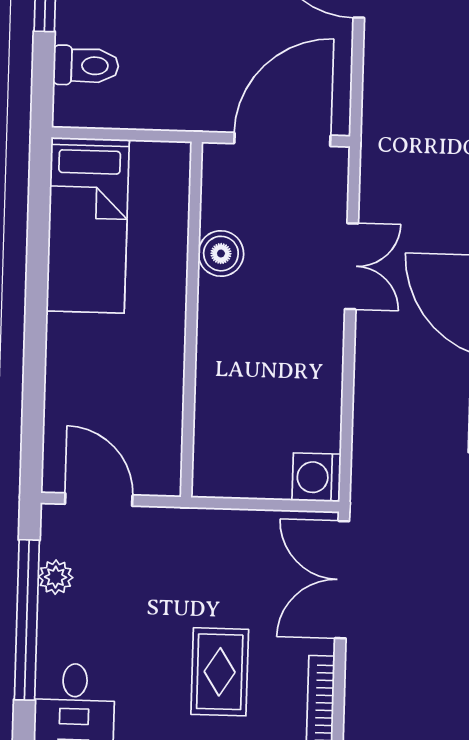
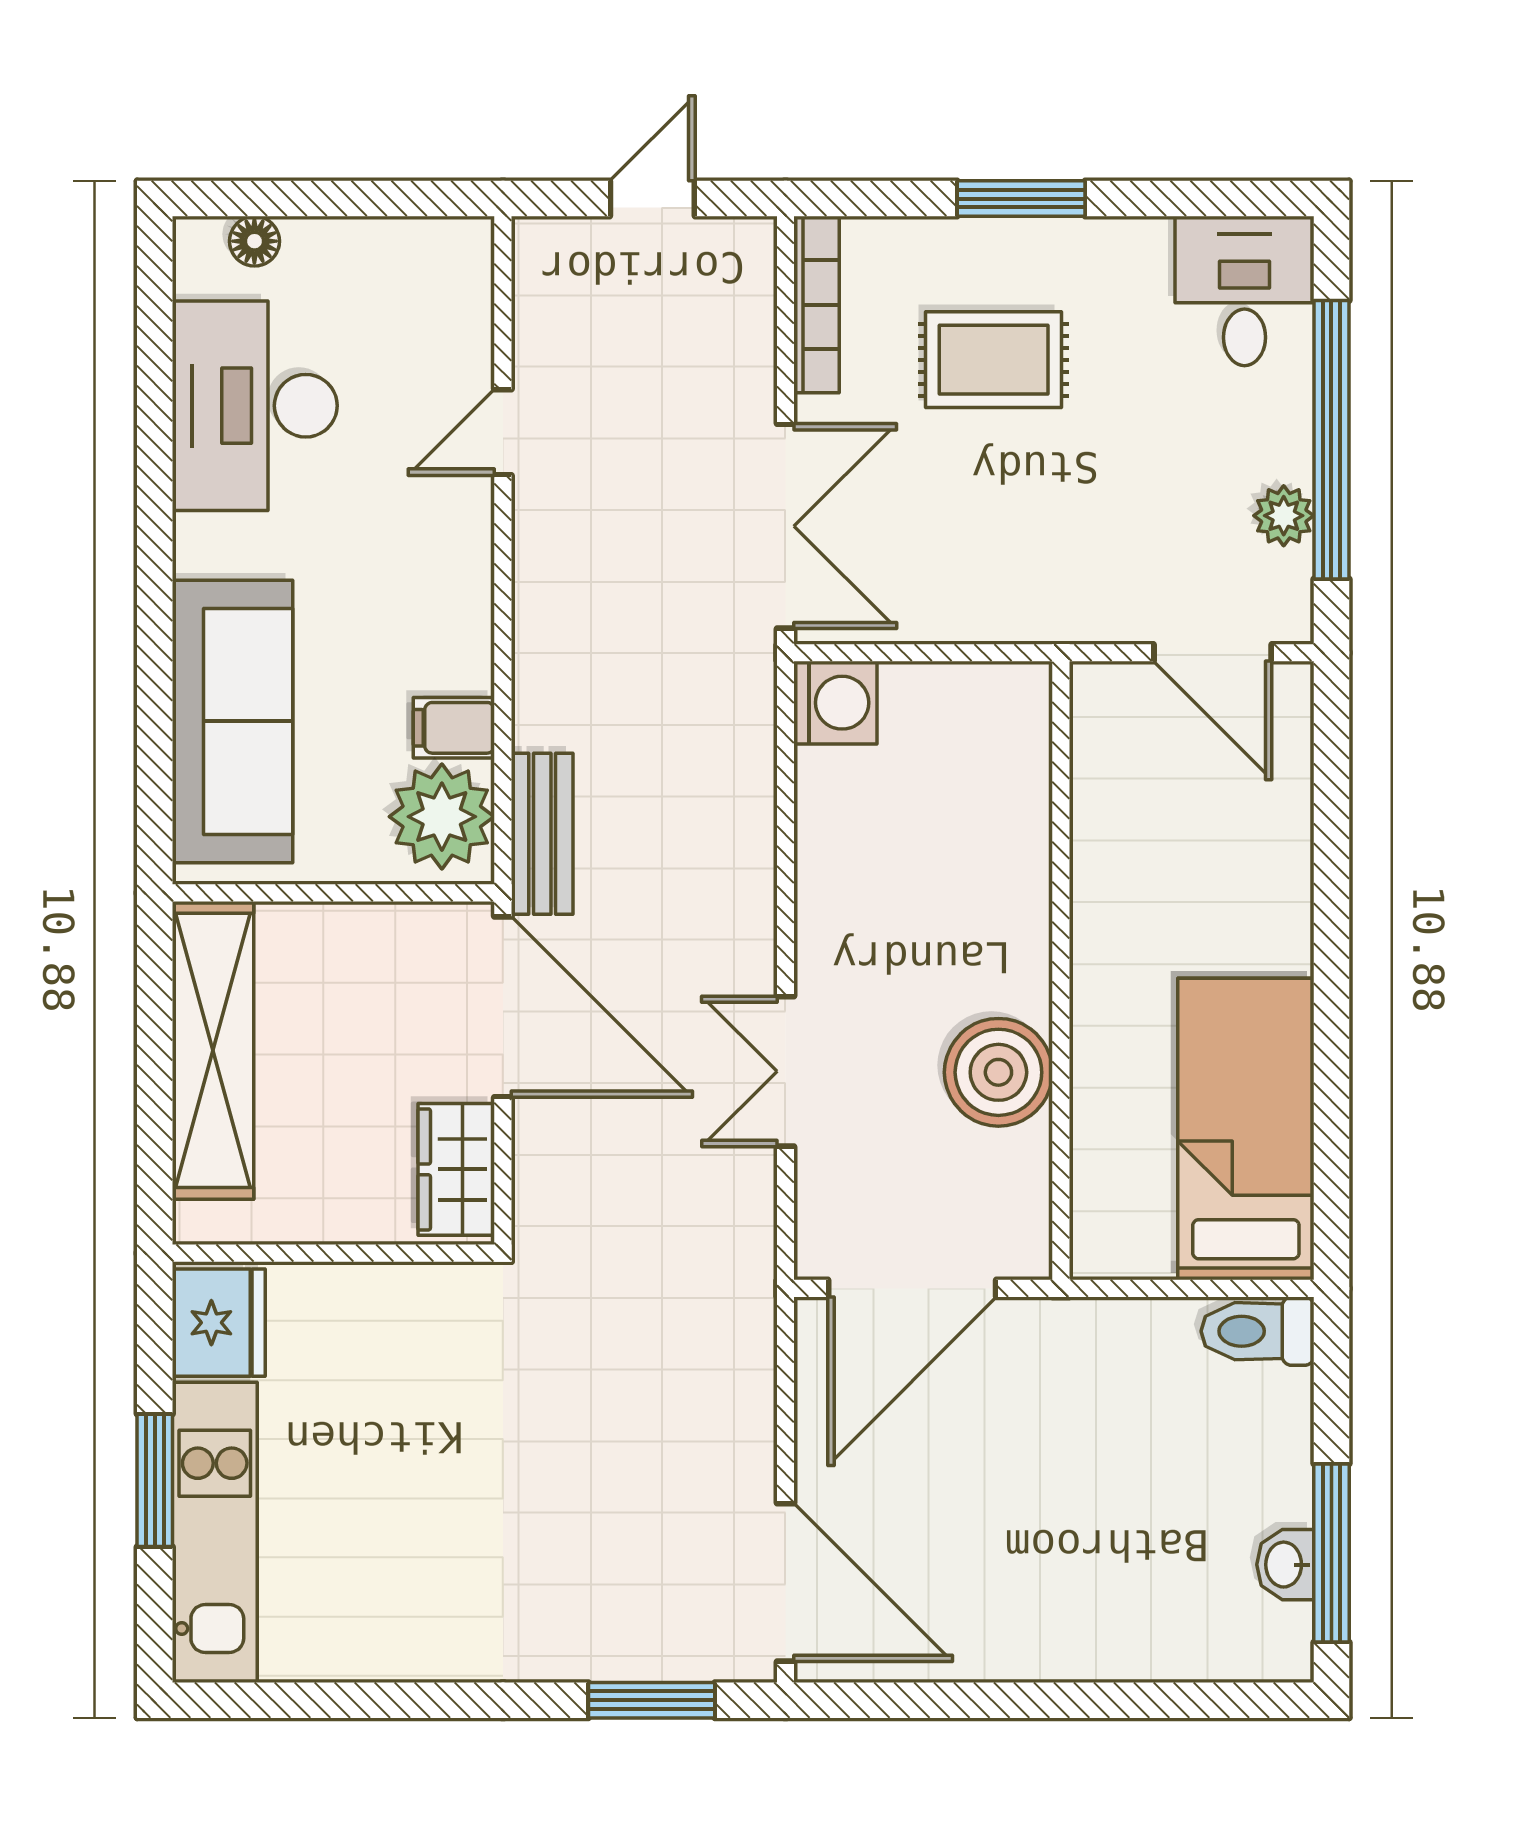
toilet: (86, 66) -> (1257, 1331), moved
boiler: (221, 254) -> (998, 1072), width x1.37, depth x1.37
rug: (220, 672) -> (994, 360), turned 90

